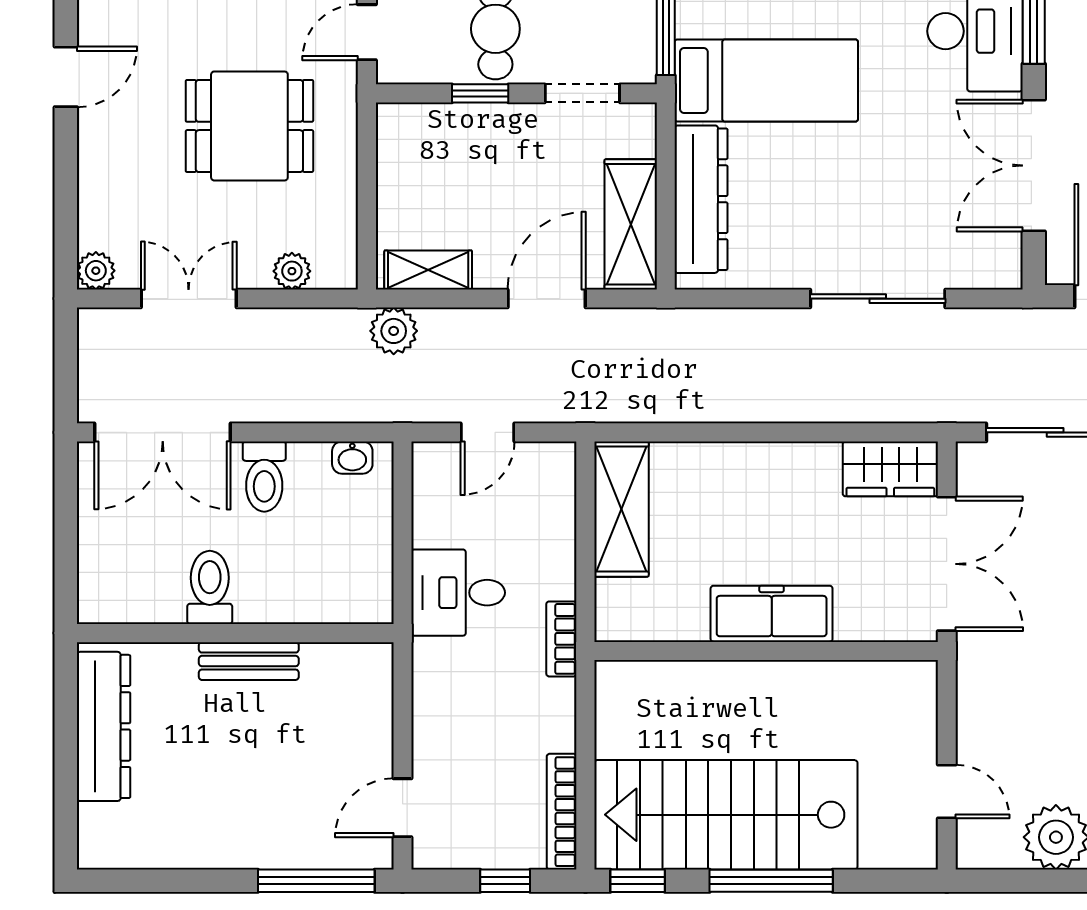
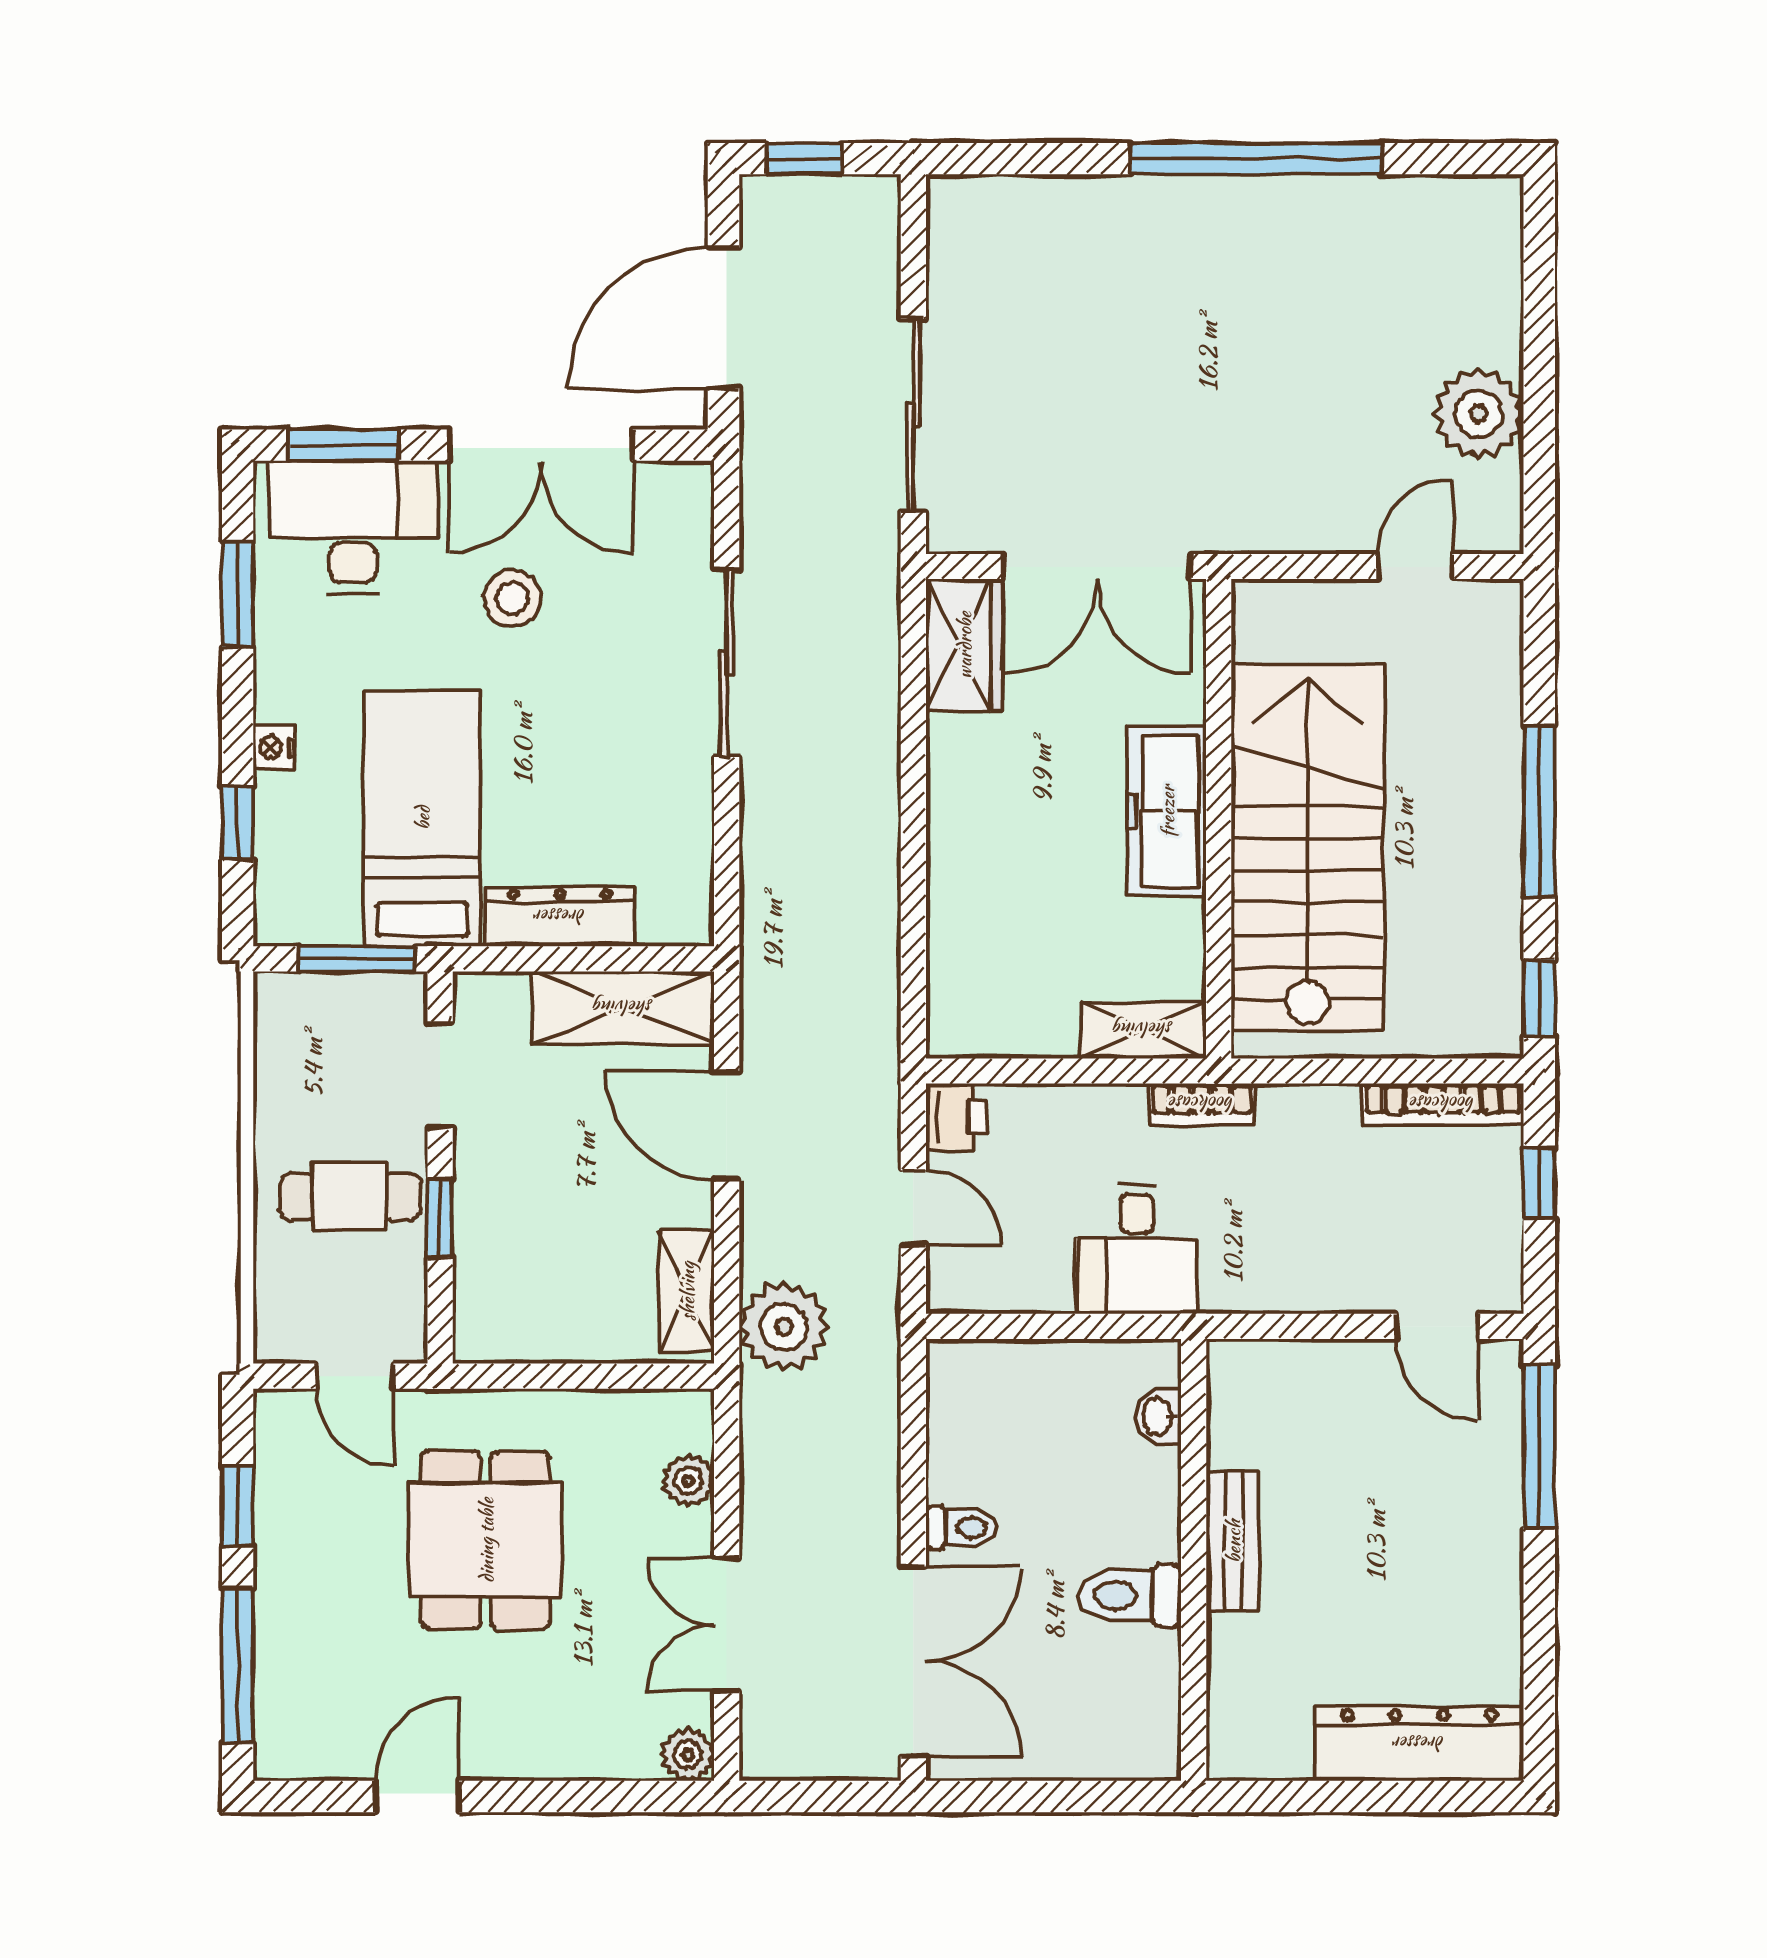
door: (66, 77) -> (417, 1797), hinge flipped
stool: (924, 145) -> (512, 598), added
dresser: (701, 199) -> (560, 917), width x0.73, depth x0.80
plant: (394, 331) -> (784, 1327), width x1.36, depth x1.36
washbasin: (352, 458) -> (1159, 1417), moved, turned 180
printer: (553, 463) -> (956, 1117), added
toilet: (264, 477) -> (961, 1528), width x0.73, depth x0.72
shelving: (621, 509) -> (1143, 1030), moved, width x0.67, depth x0.75
double door: (947, 564) -> (1097, 567), swing flipped
dresser: (104, 726) -> (1419, 1744), moved
stairs: (726, 815) -> (1308, 848), moved, turned 180

